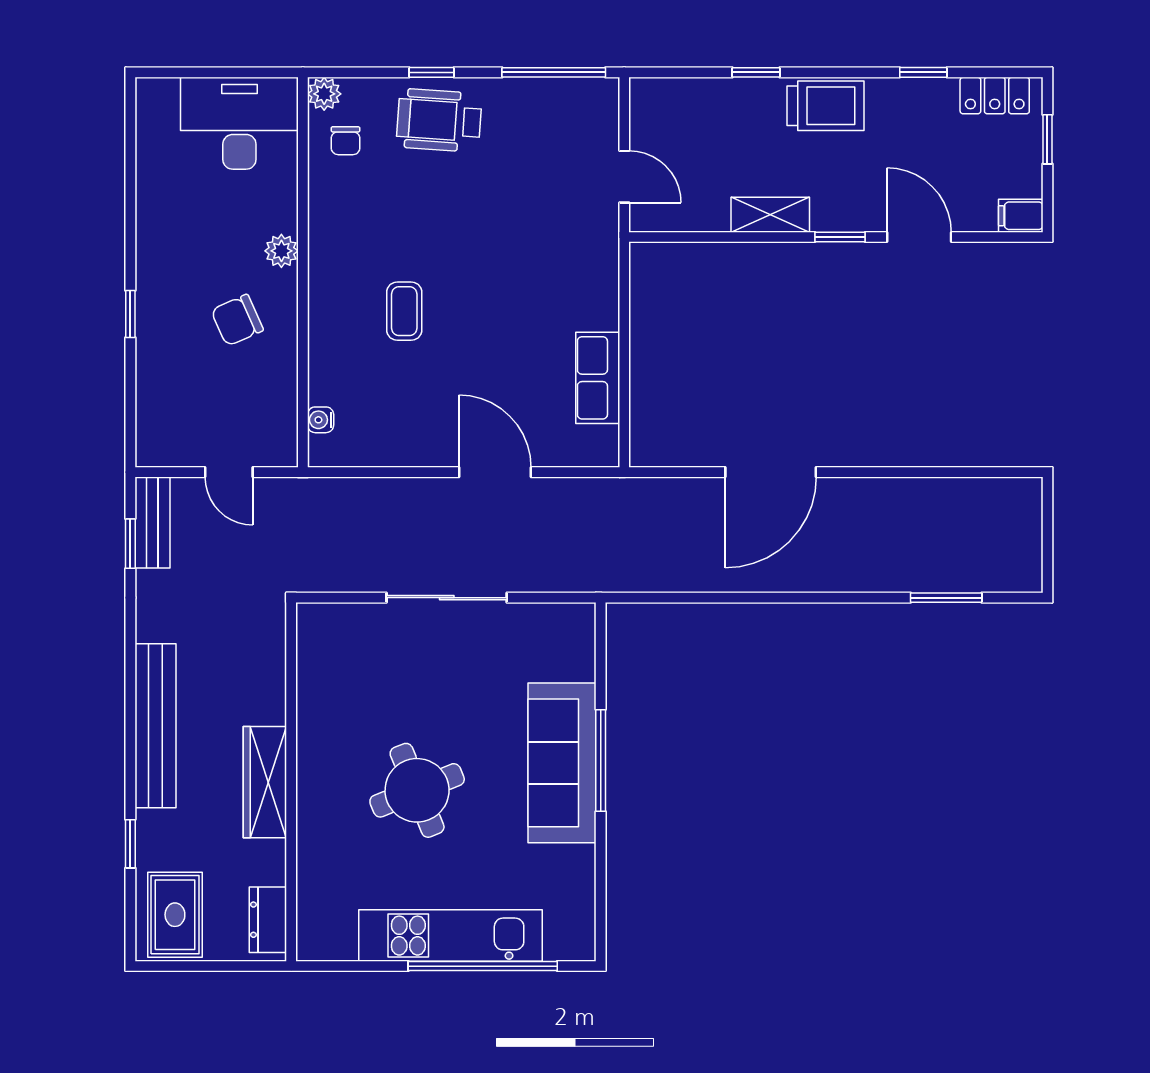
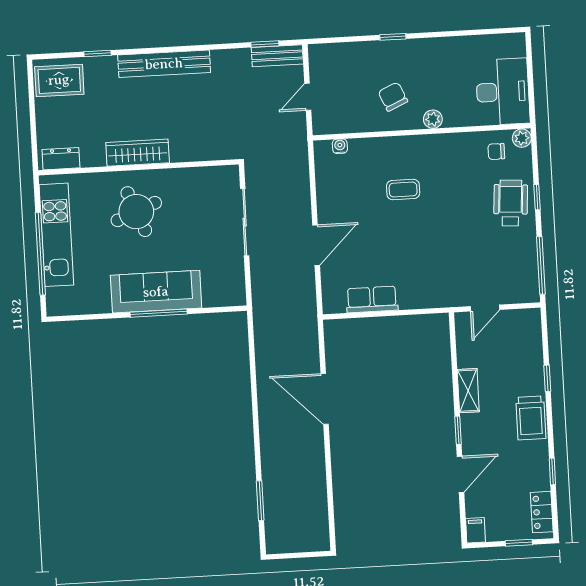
wardrobe: (265, 782) -> (138, 153), moved
wall: (291, 782) -> (139, 167), moved
dresser: (268, 920) -> (61, 159), moved

